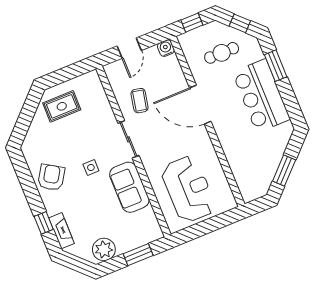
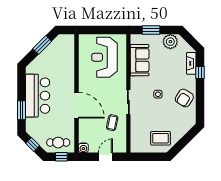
cafe table: (222, 53) -> (58, 143), moved
sofa: (129, 187) -> (140, 60), moved

